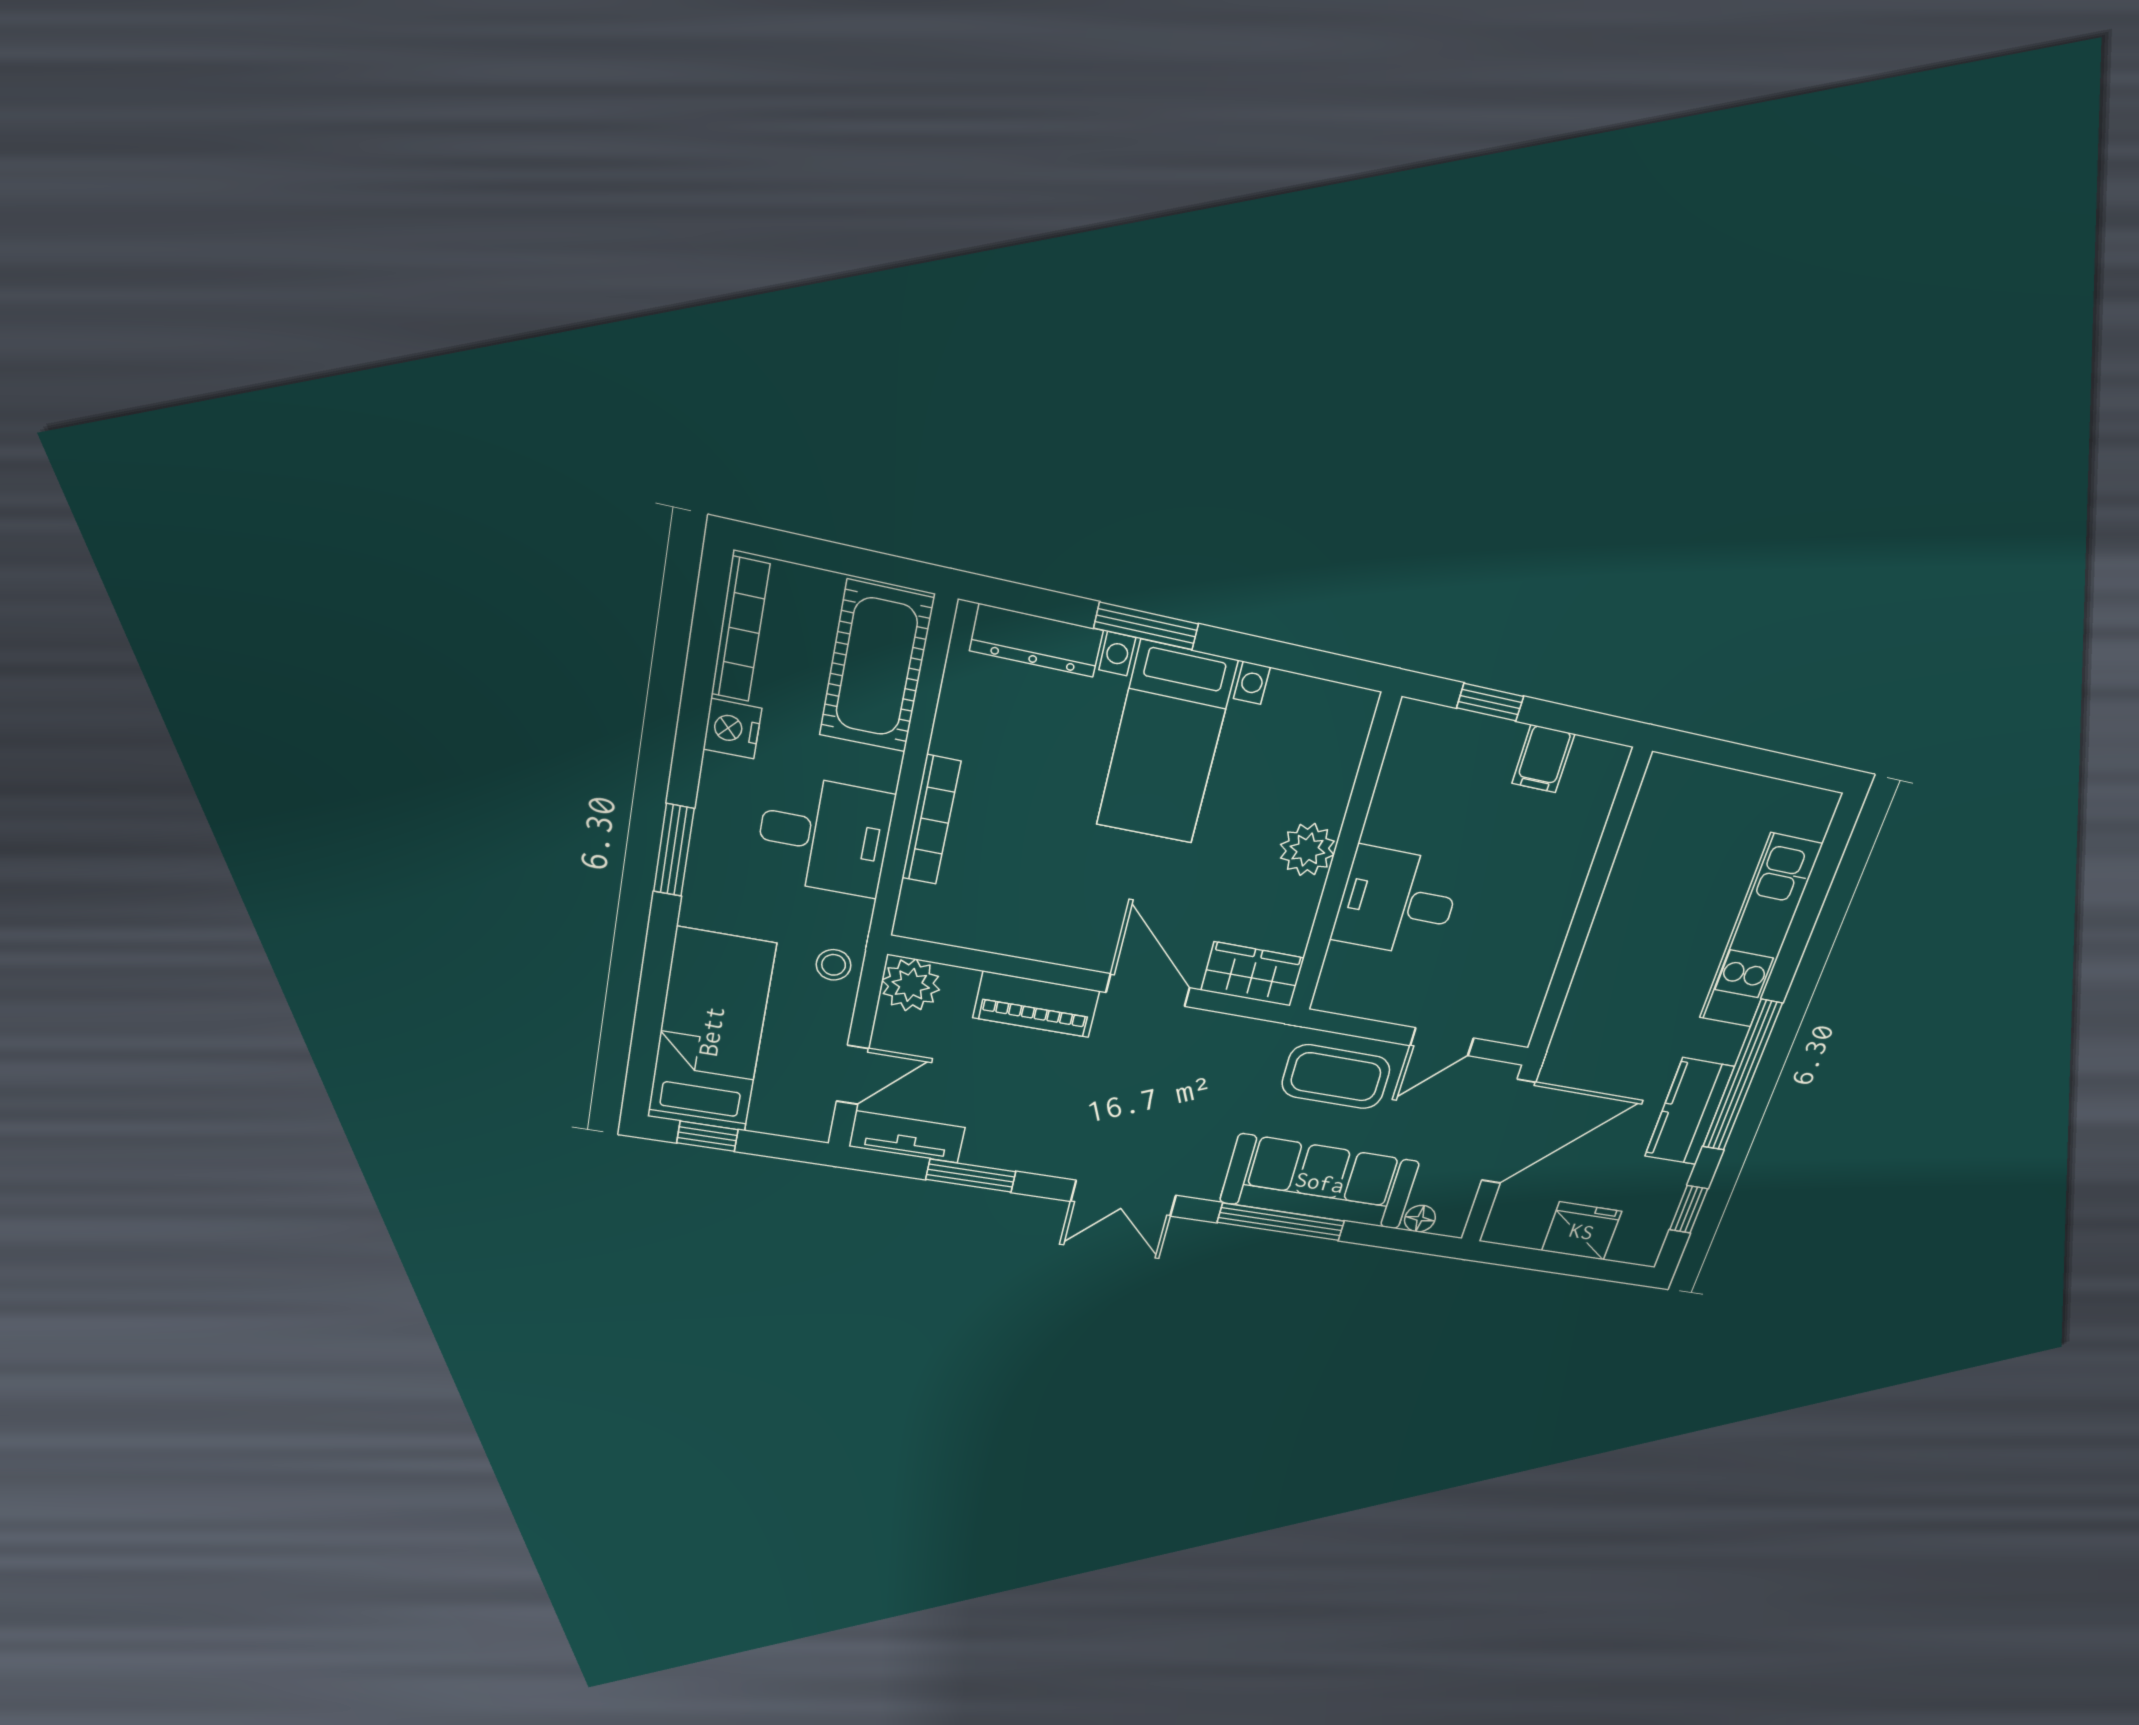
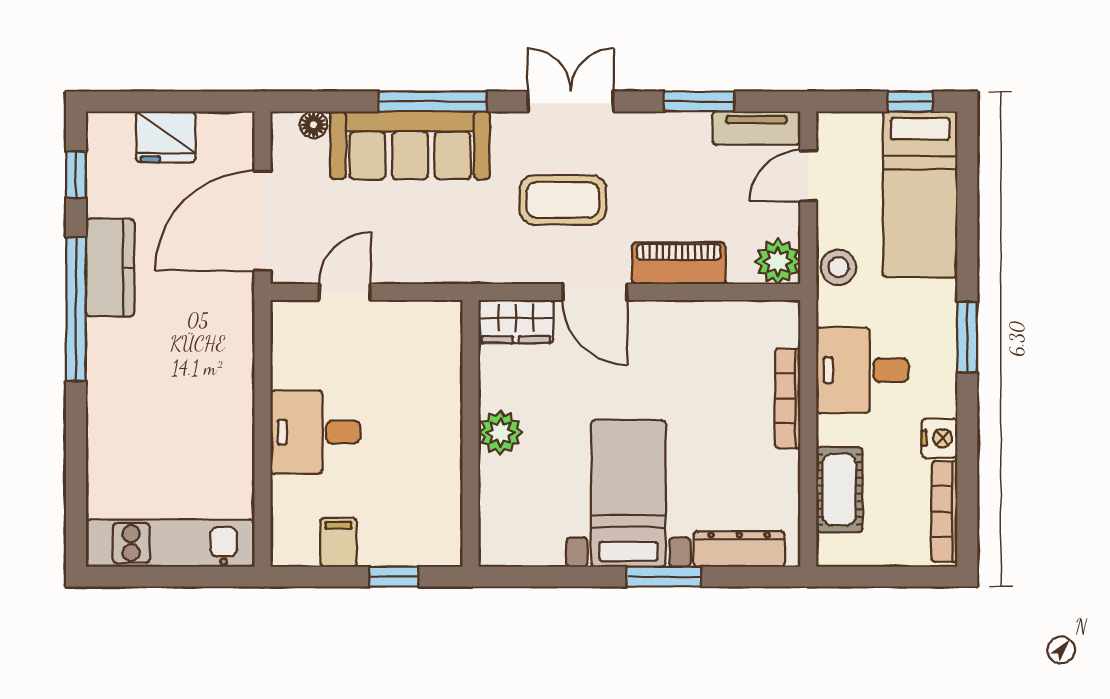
cot: (877, 667) -> (839, 490), width x0.73, depth x0.75
desk: (1397, 902) -> (315, 432), moved, turned 180
kitchen unit: (1760, 932) -> (170, 543), moved, turned -90
stool: (834, 965) -> (838, 267), width x1.37, depth x1.37
coffee table: (1336, 1077) -> (563, 200), moved

